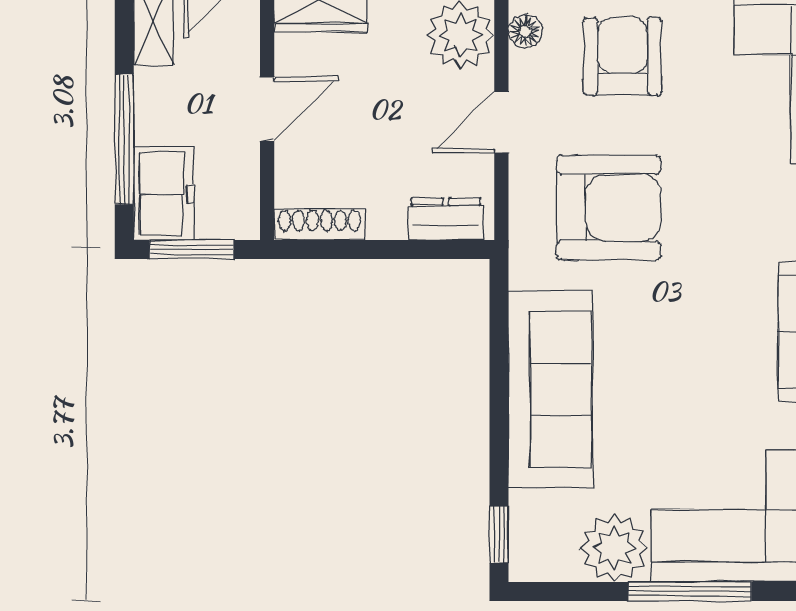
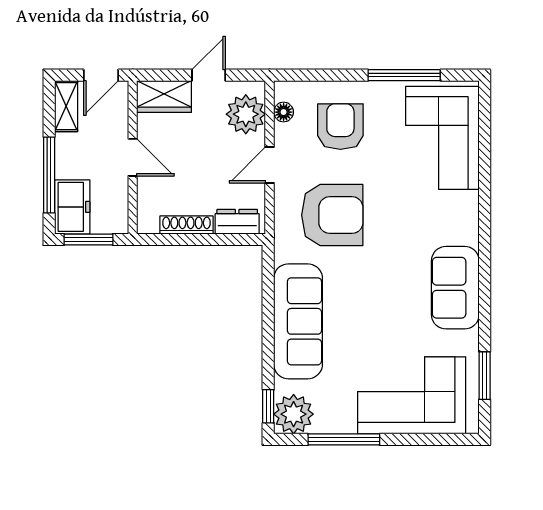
door: (267, 109) -> (133, 157), hinge flipped
shoe rack: (319, 225) -> (186, 225), moved
plant: (614, 548) -> (294, 414), moved
window: (690, 591) -> (344, 439), moved

